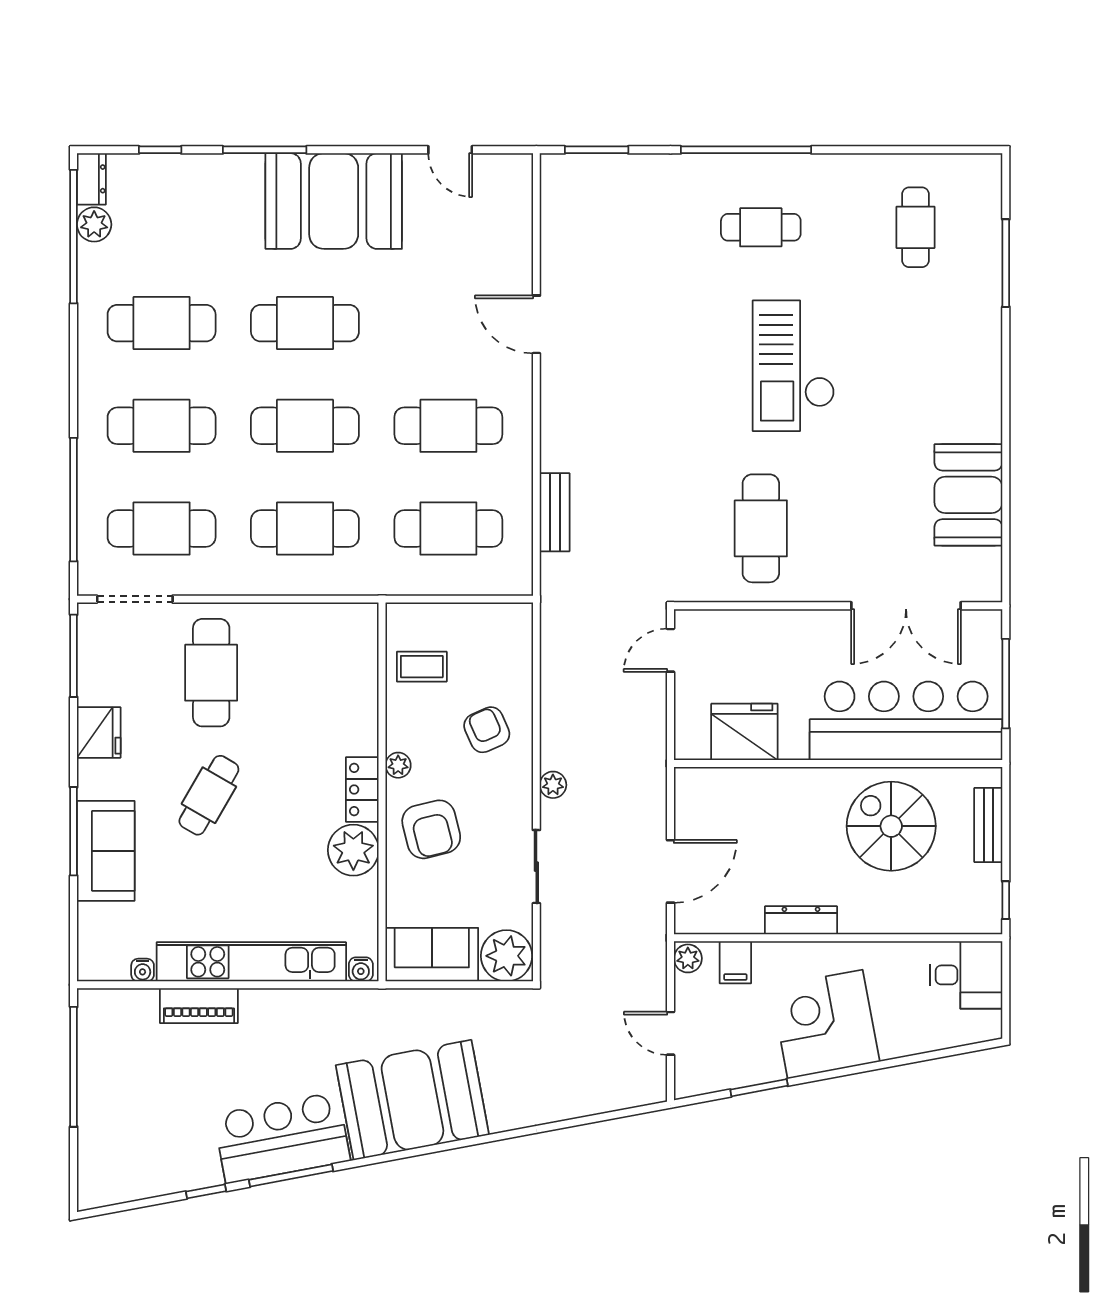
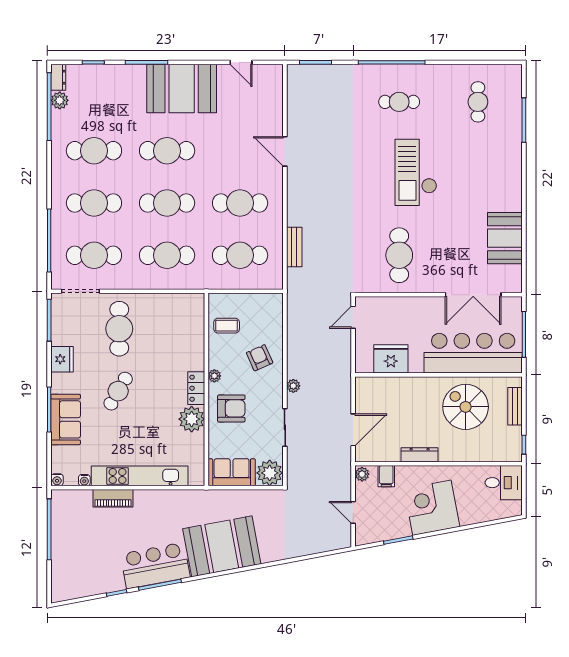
armchair: (431, 829) -> (231, 408), turned -76
water cooler: (361, 969) -> (57, 480), moved

